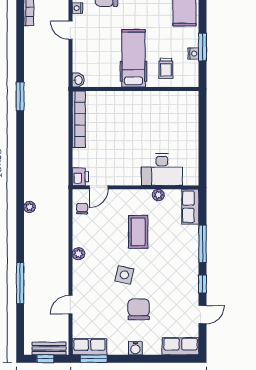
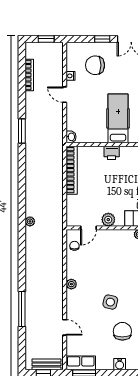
window: (20, 96) -> (22, 131), moved
printer: (80, 177) -> (112, 153), moved, turned 90
plant: (122, 178) -> (108, 220), added
plant: (30, 207) -> (30, 221), moved
coffee table: (138, 232) -> (122, 266), removed
door: (70, 305) -> (65, 327), swing flipped

